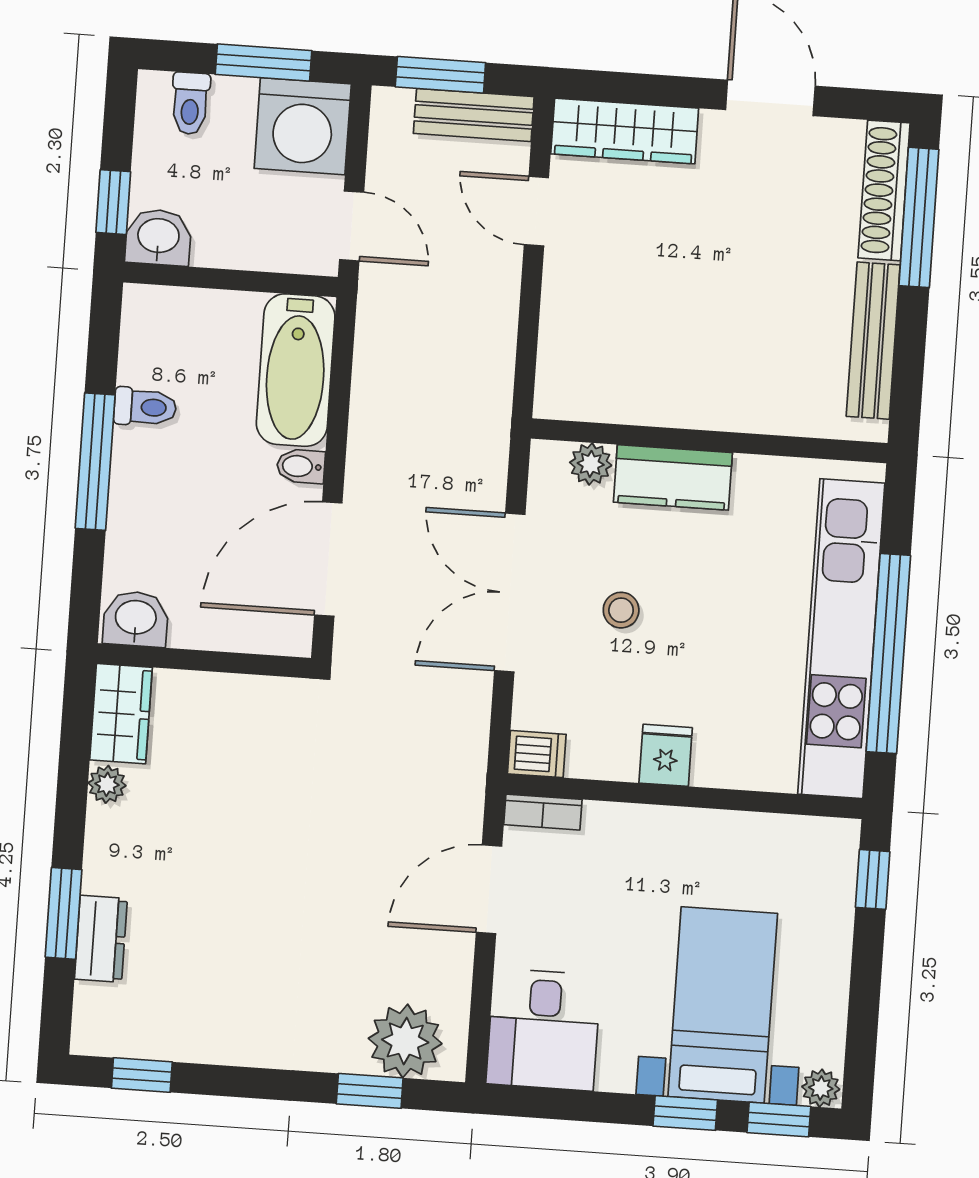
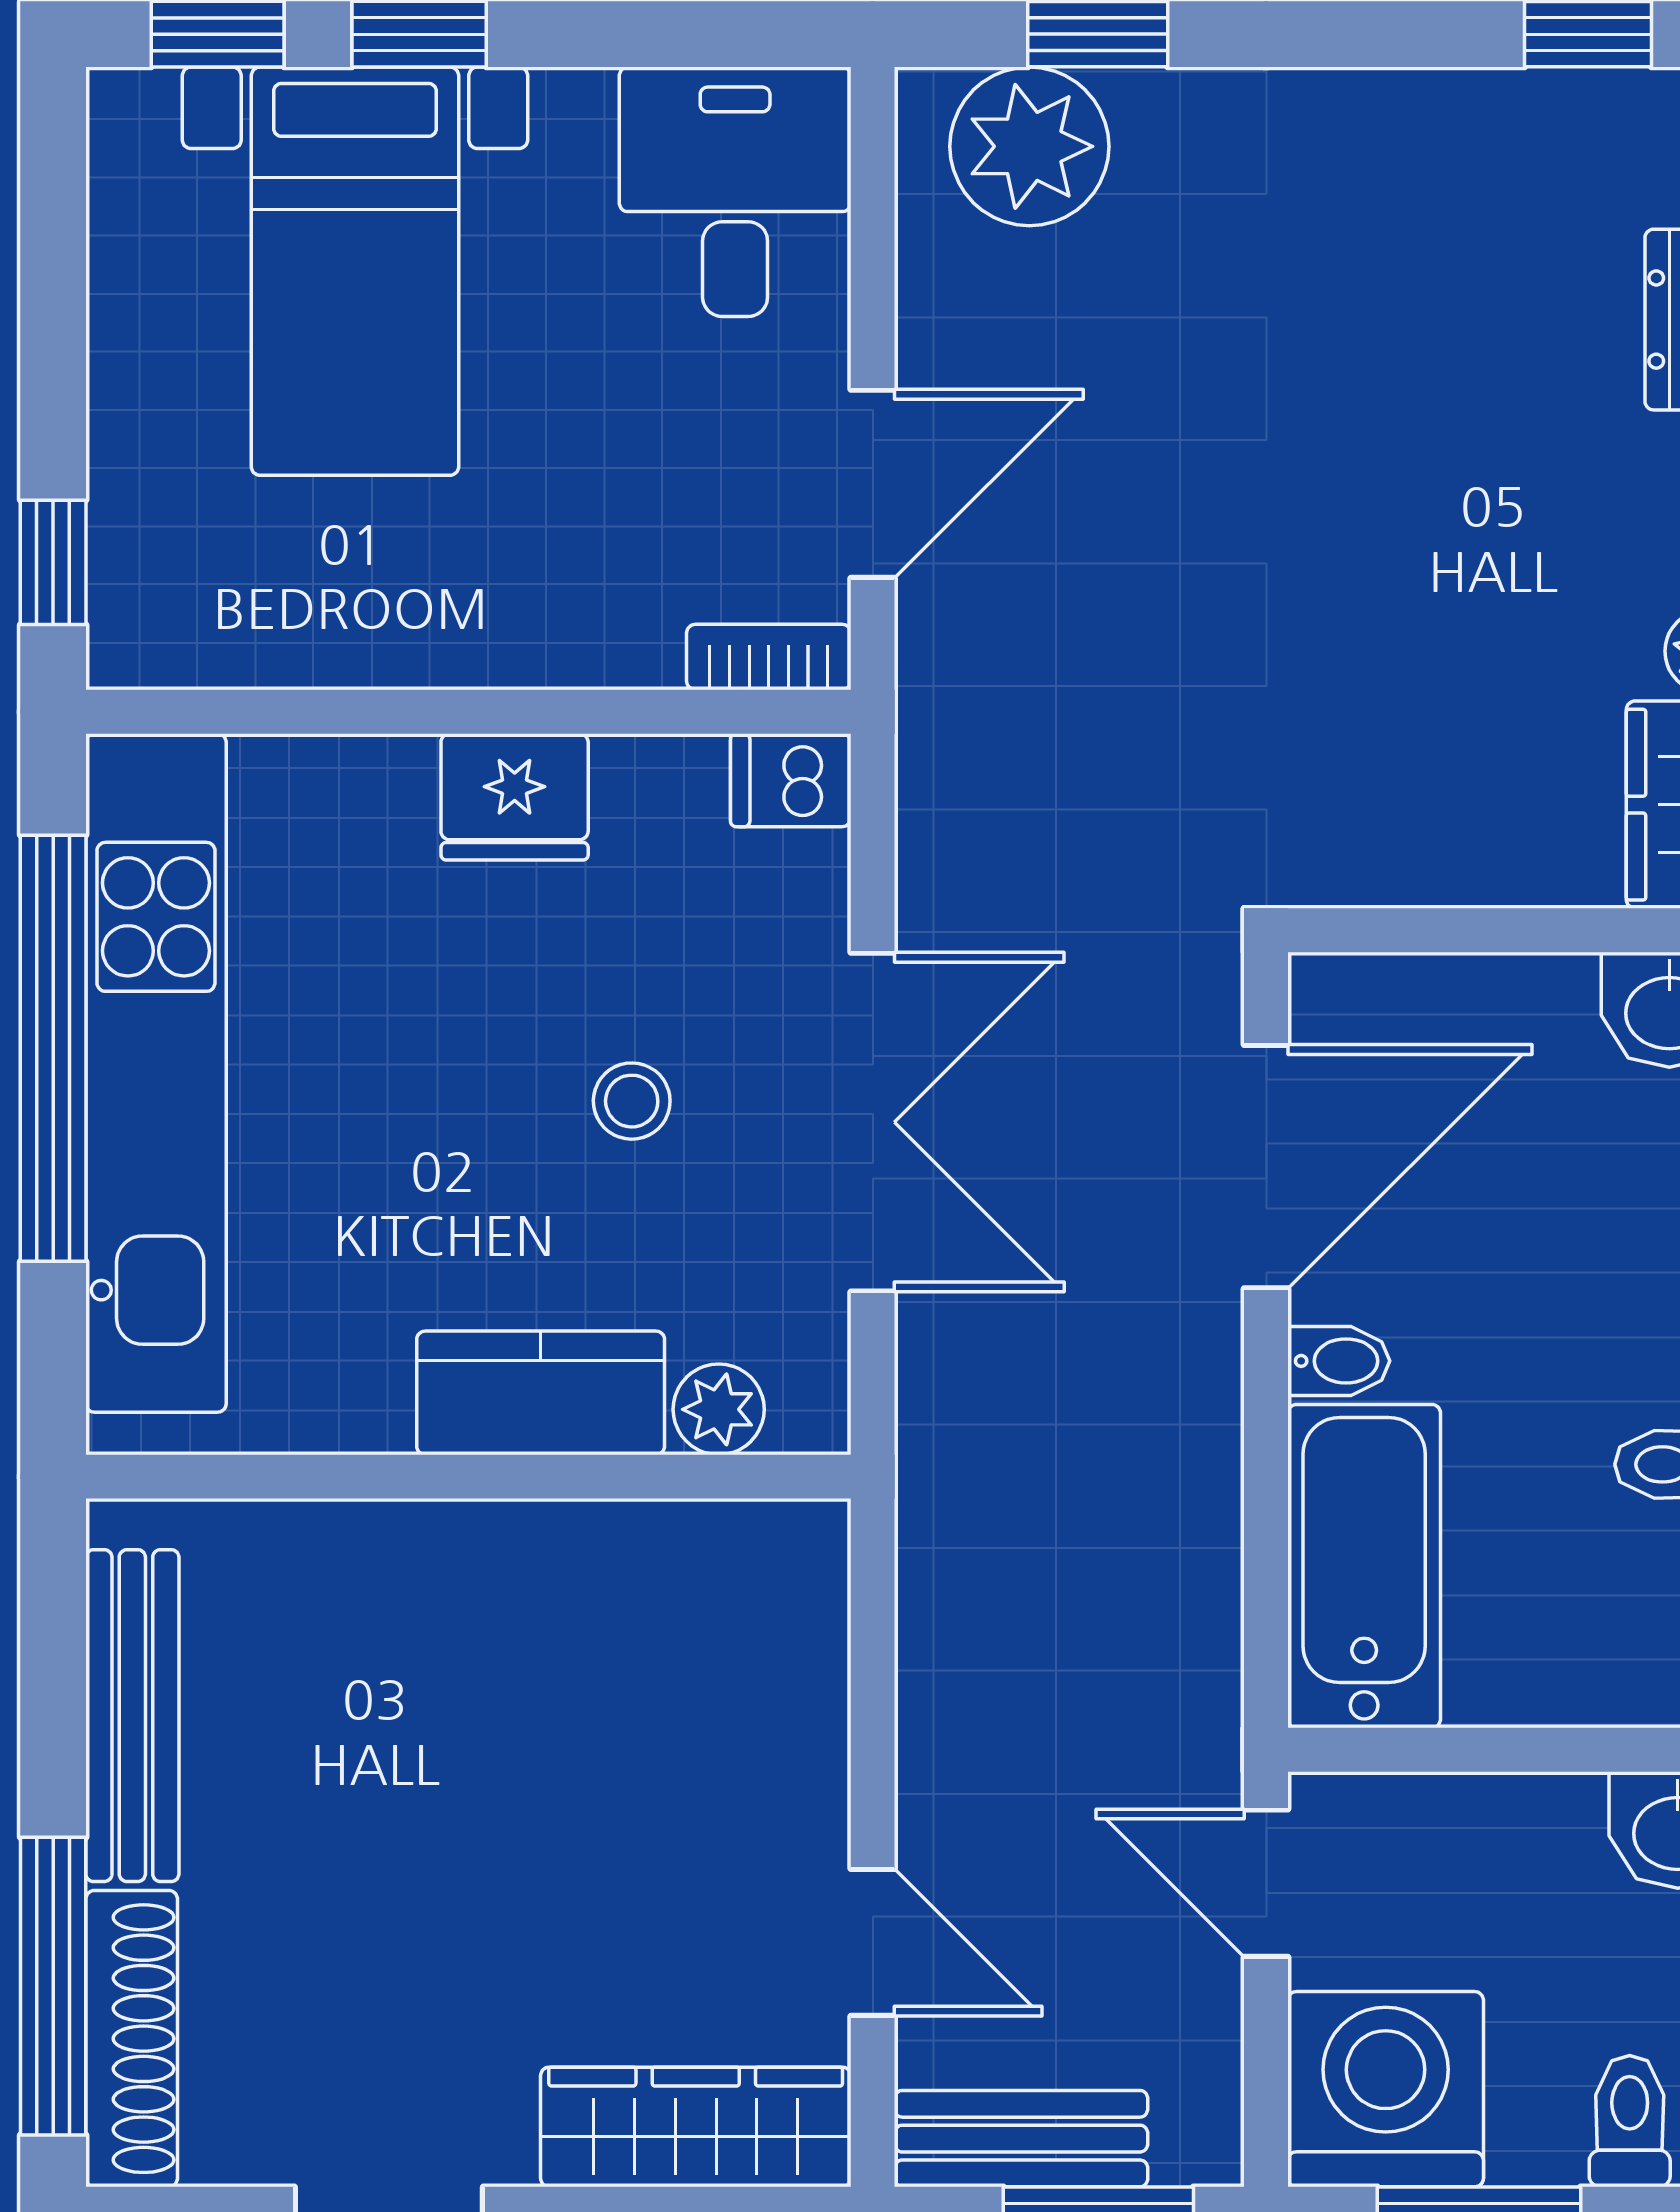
fridge: (666, 755) -> (515, 797), width x1.38
plant: (821, 1088) -> (133, 108), removed

